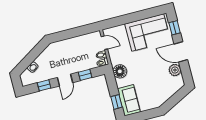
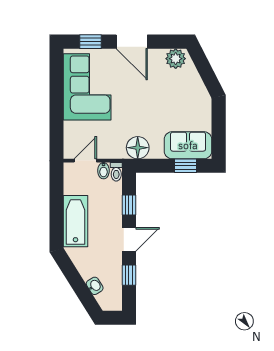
bathtub: (68, 46) -> (75, 221), added
door: (181, 52) -> (132, 42), hinge flipped
plant: (175, 70) -> (176, 59), moved
door: (65, 80) -> (129, 239), hinge flipped

